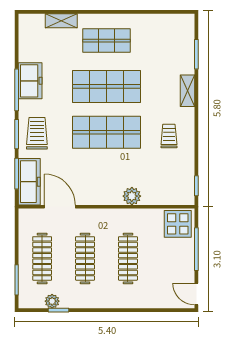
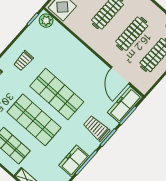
trolley: (37, 133) -> (96, 128), turned 90
plant: (132, 196) -> (46, 21), moved

